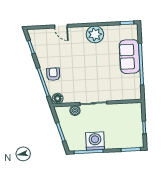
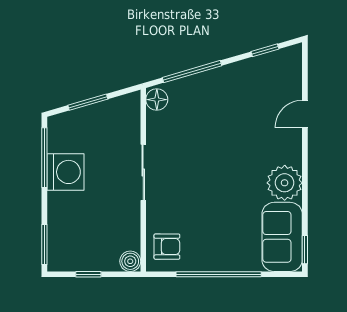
sofa: (130, 57) -> (282, 237), moved, turned -90
armchair: (53, 74) -> (167, 247), moved
boiler: (75, 111) -> (130, 261), moved

